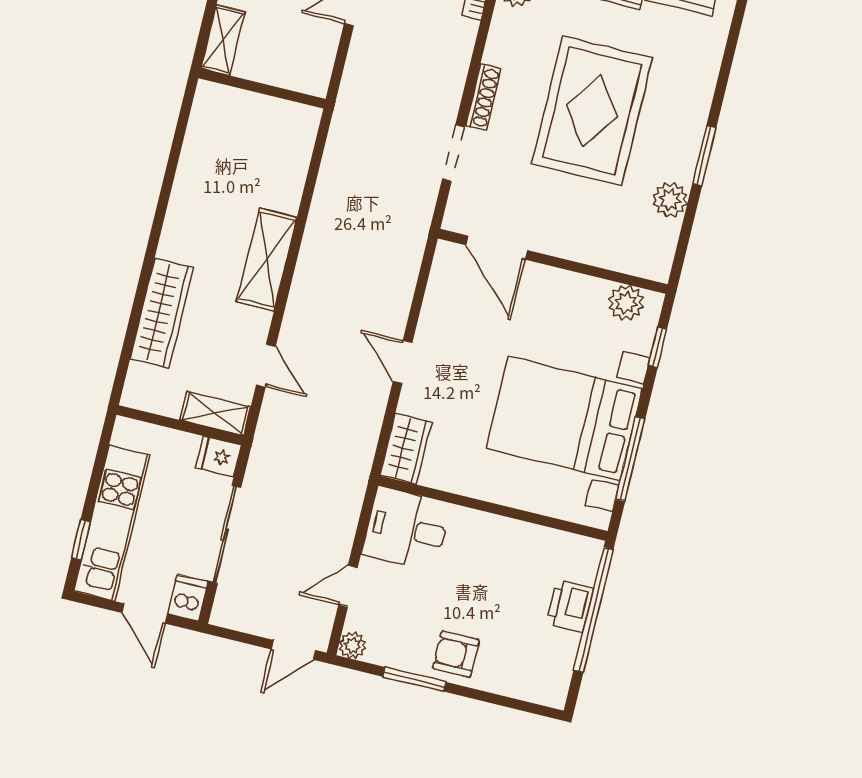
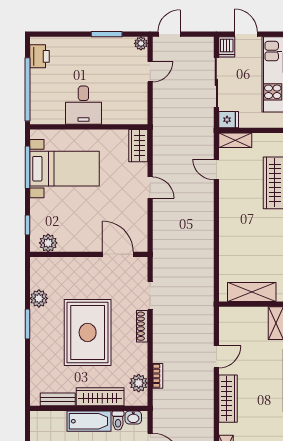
shelving: (267, 259) -> (252, 292), moved, turned 90
bed with nightstands: (564, 418) -> (65, 169), width x0.73
desk: (406, 529) -> (83, 105), moved, turned 90
printer: (570, 606) -> (40, 56), moved
armchair: (456, 654) -> (89, 51), removed

